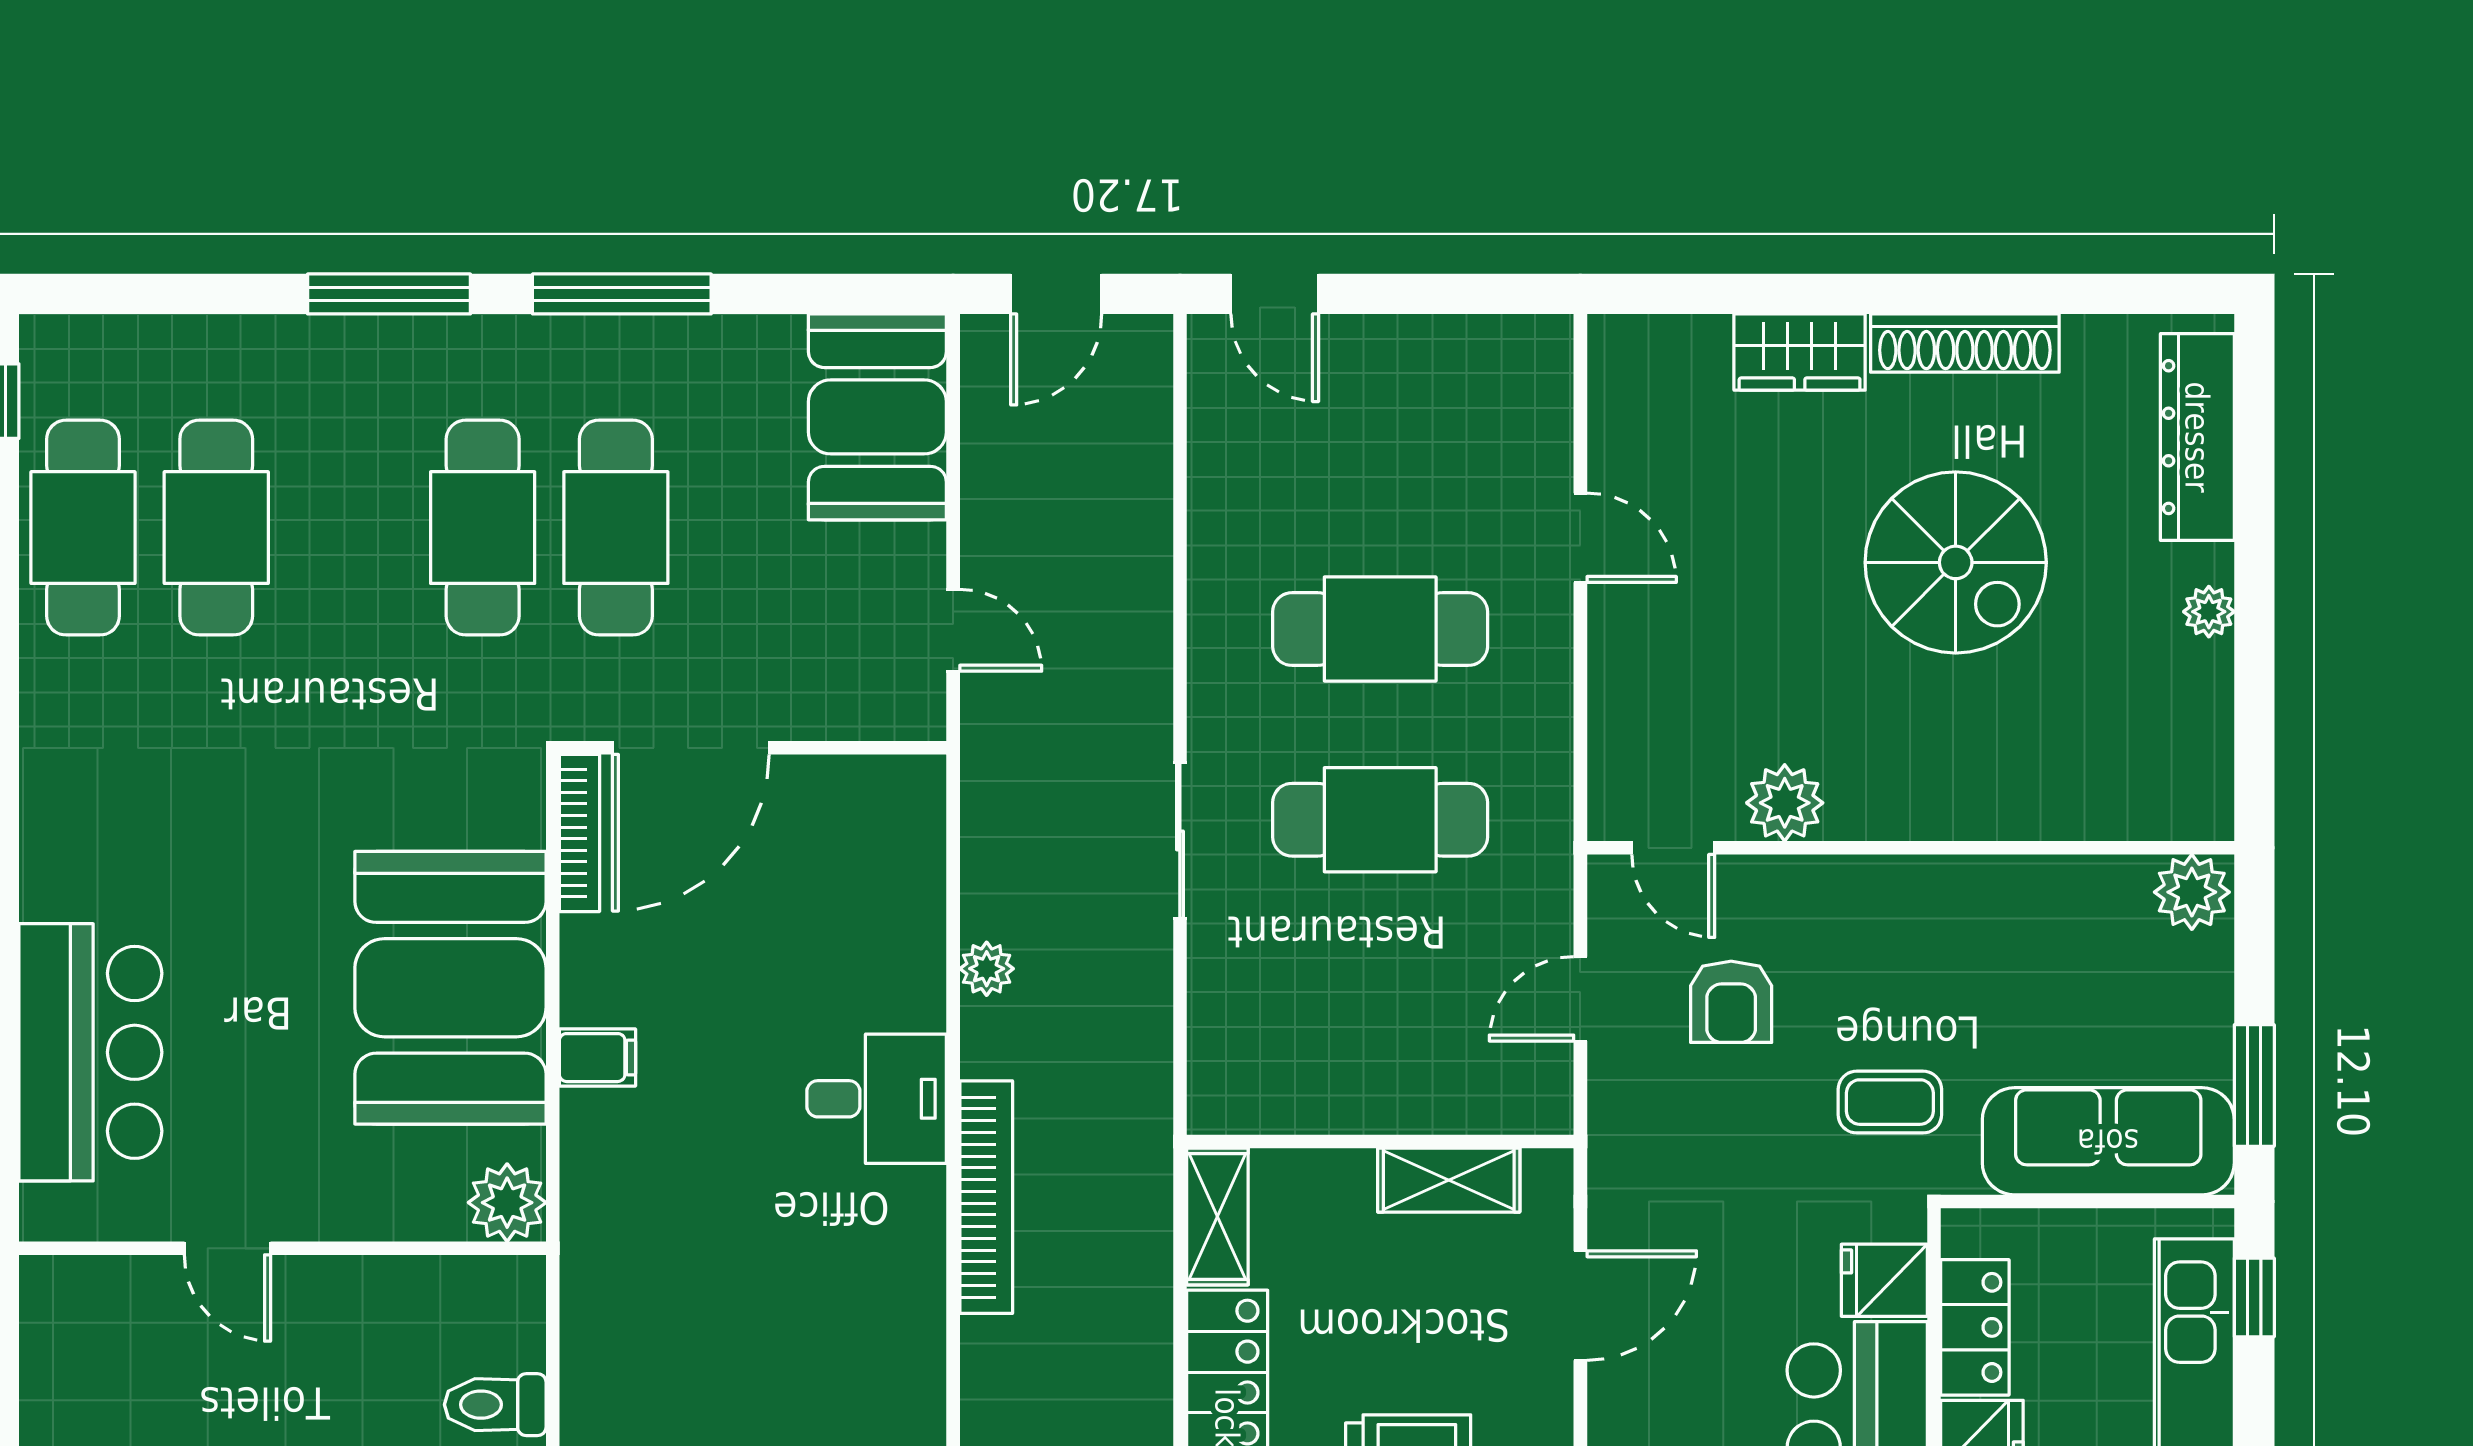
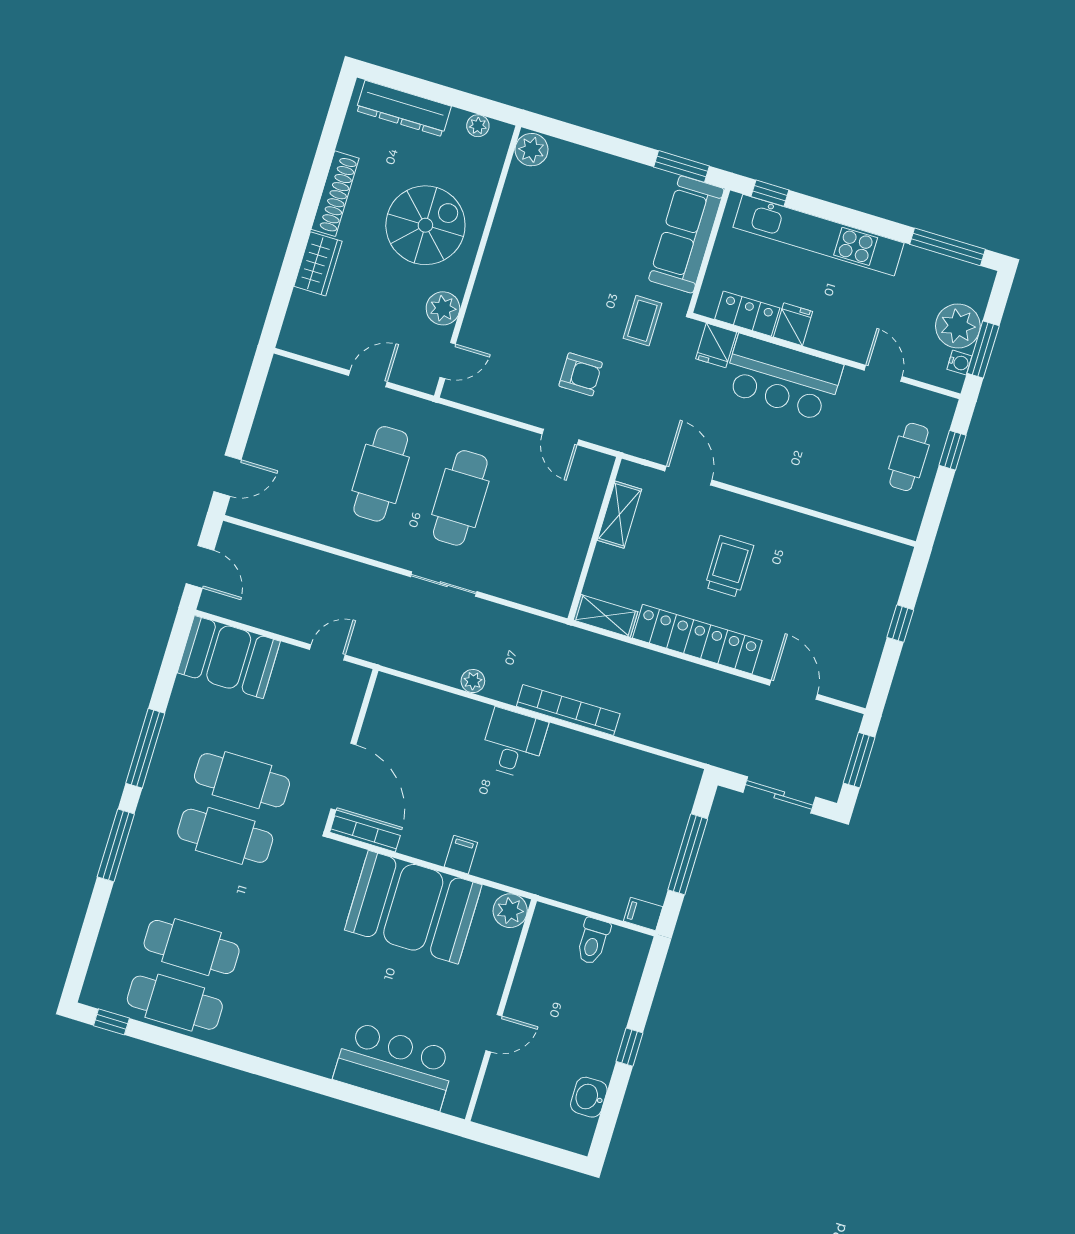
plant: (1785, 803) -> (443, 308), moved
door: (1673, 848) -> (448, 361), moved
wall: (1911, 848) -> (478, 261), moved
plant: (2192, 892) -> (532, 150), moved

